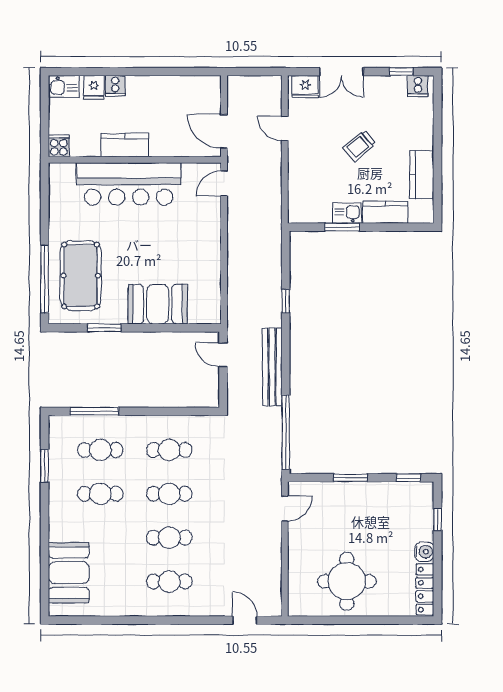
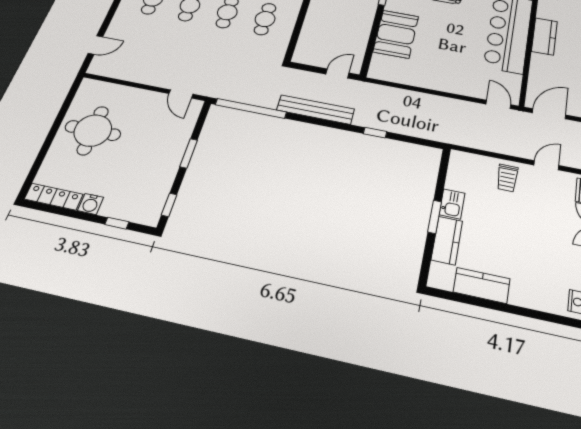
trolley: (359, 146) -> (507, 178), moved, turned -140
window: (342, 227) -> (435, 217), moved

